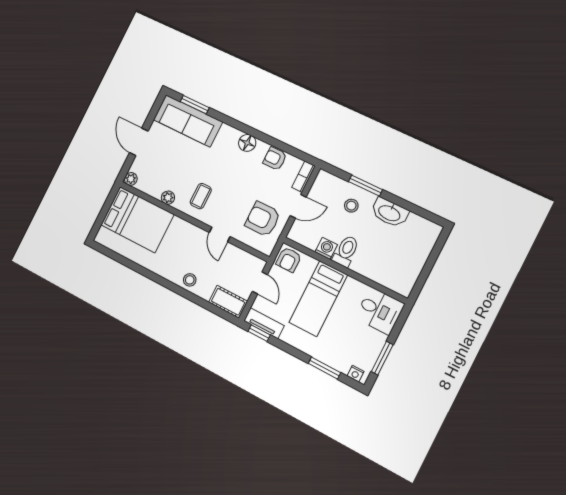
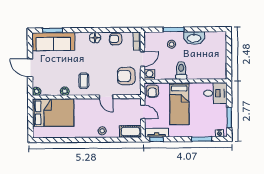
washing machine: (326, 248) -> (149, 75), moved

